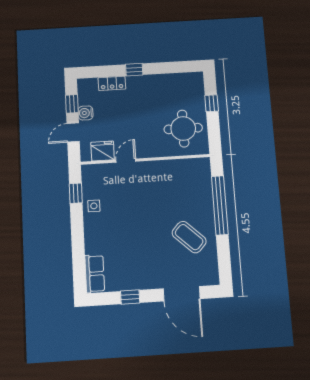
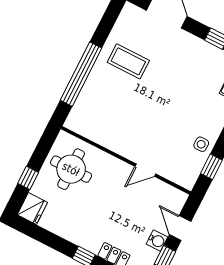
door: (73, 133) -> (180, 228), swing flipped
fridge: (103, 151) -> (32, 209), moved, turned -90
coffee table: (189, 237) -> (128, 61), turned -43

